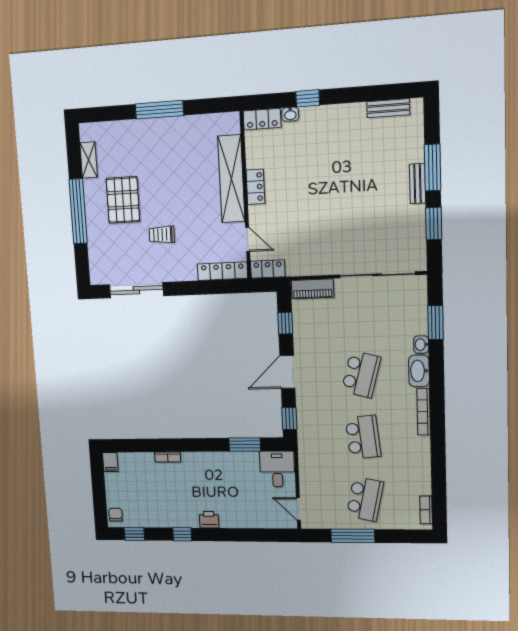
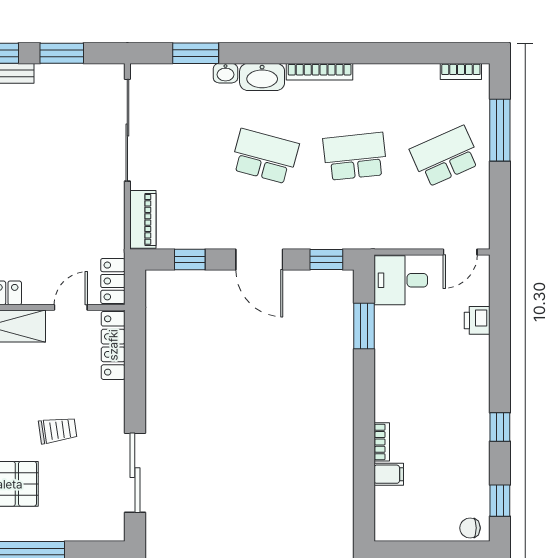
trolley: (162, 235) -> (58, 430), turned -99
filing cabinet: (110, 462) -> (389, 474), moved
school desk: (365, 499) -> (445, 156), turned -36
printer: (209, 520) -> (477, 320), moved
window: (353, 536) -> (500, 130), moved

